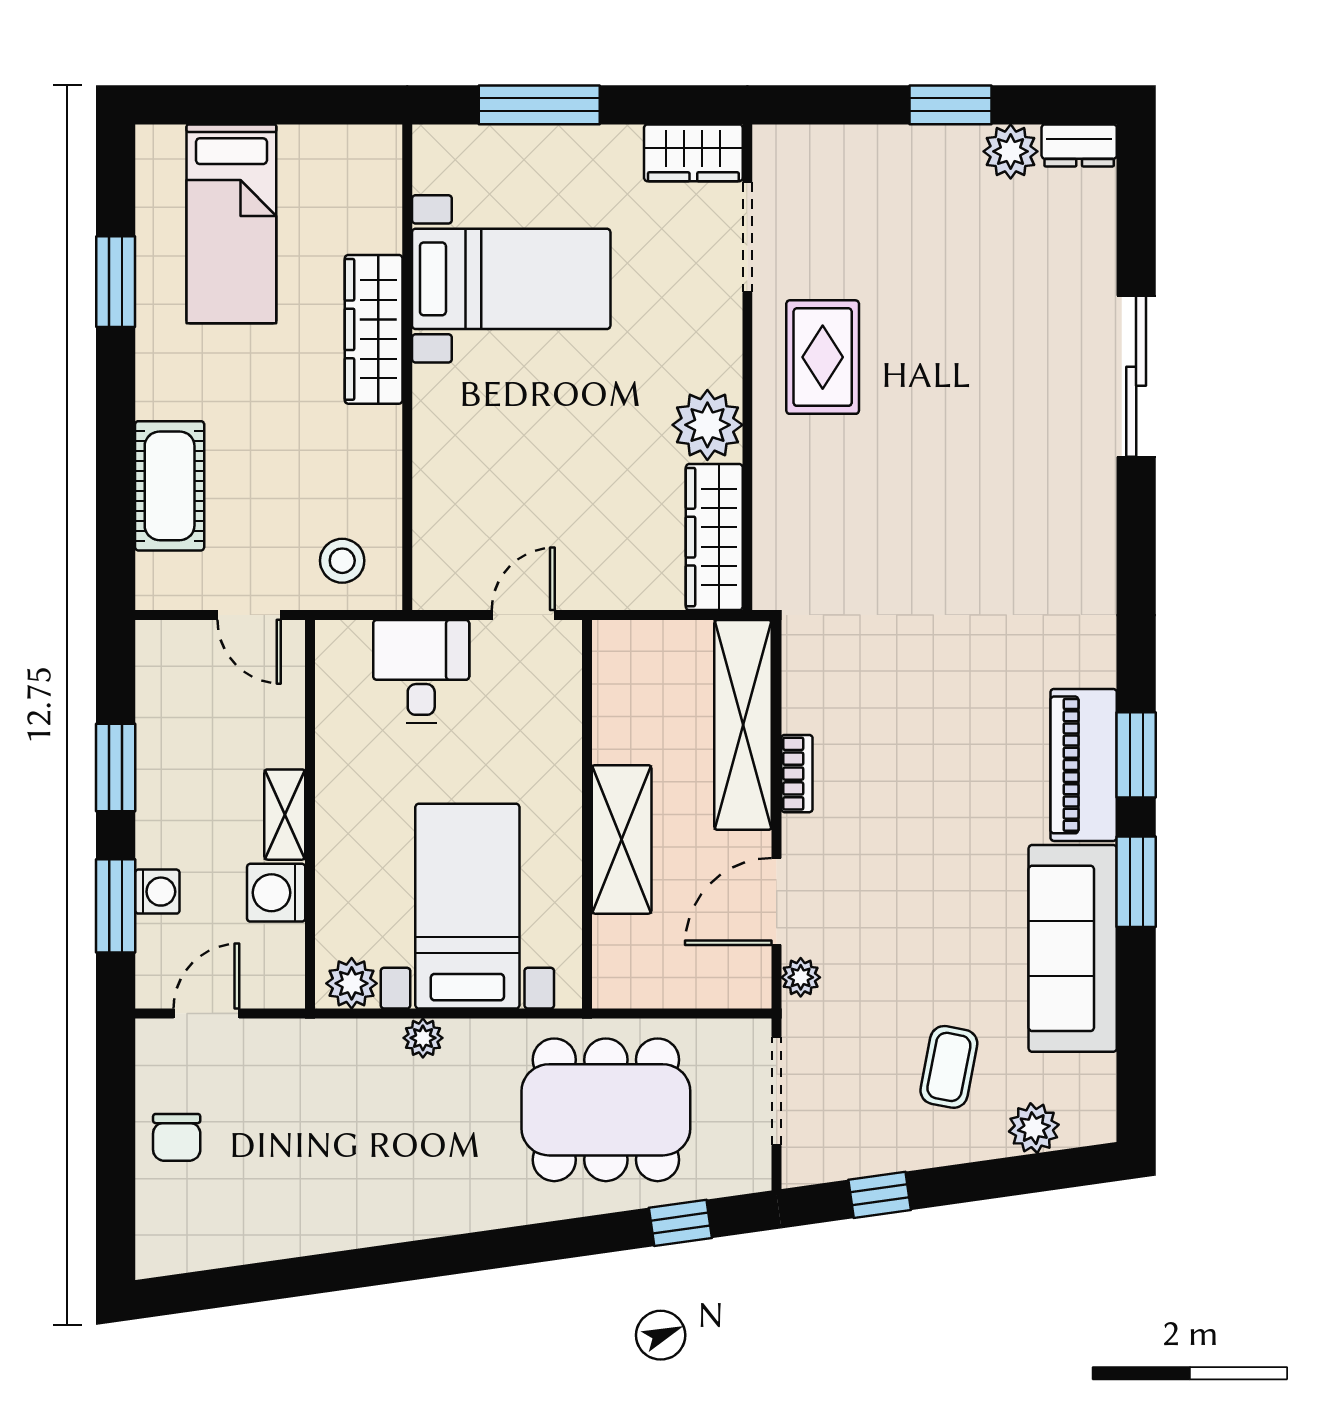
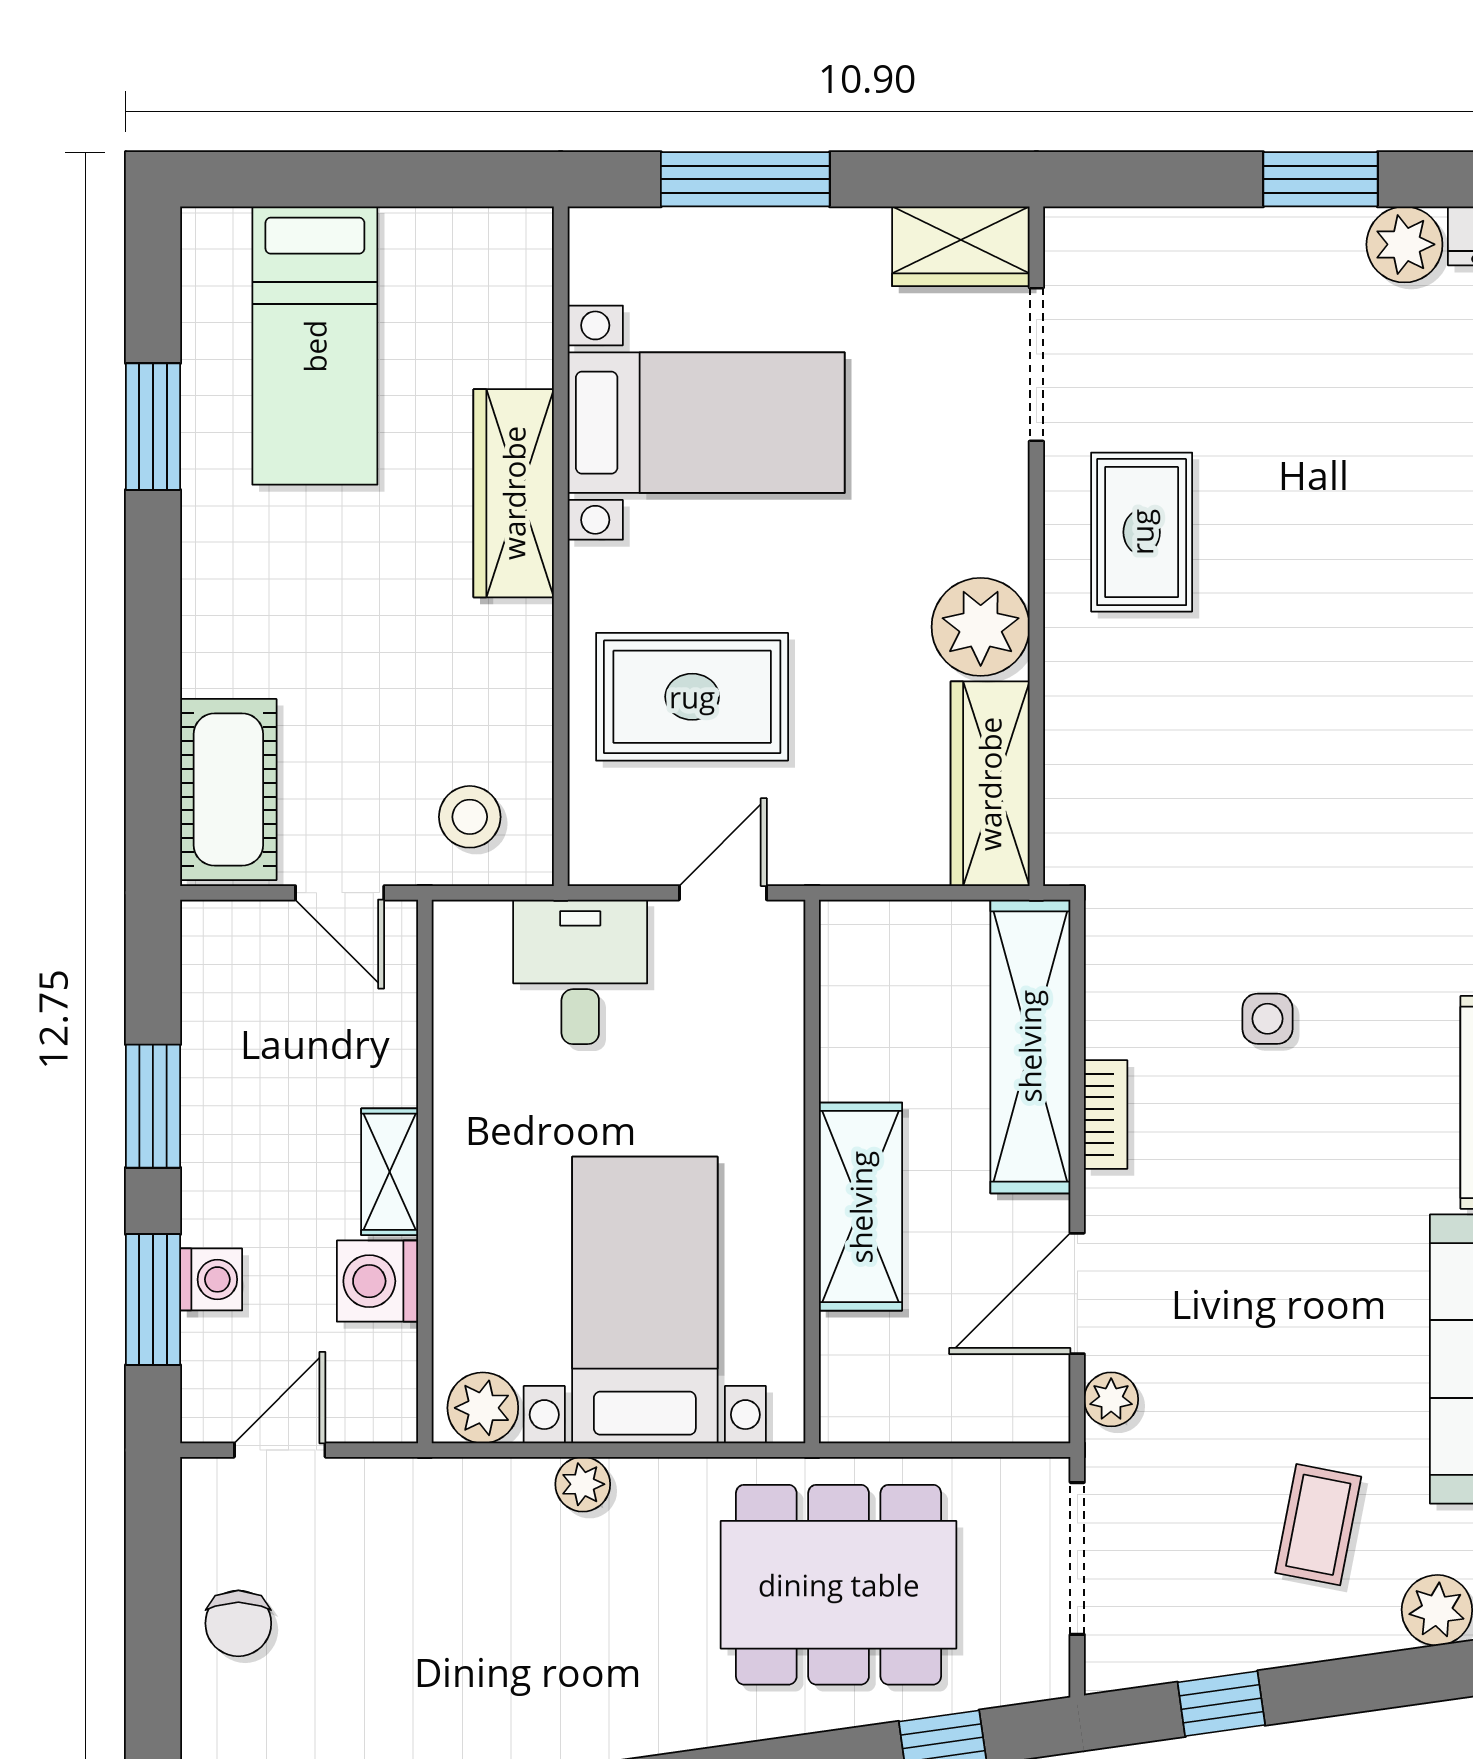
rug: (501, 475) -> (692, 697), added
cot: (170, 486) -> (228, 790), moved
side table: (913, 705) -> (1267, 1019), added

